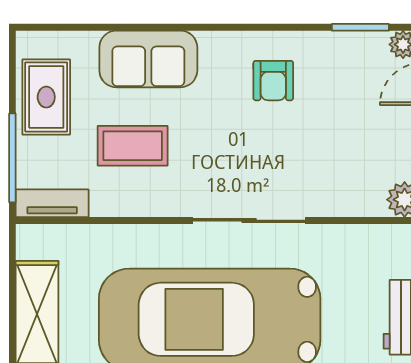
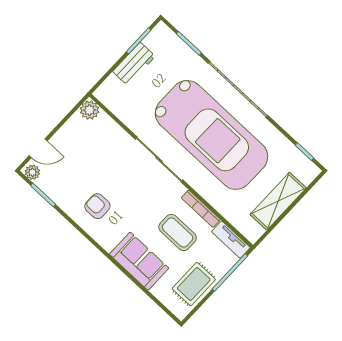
armchair: (273, 81) -> (97, 206), turned -90
bookcase: (131, 207) -> (201, 209), added

